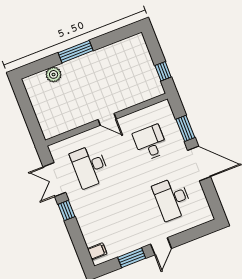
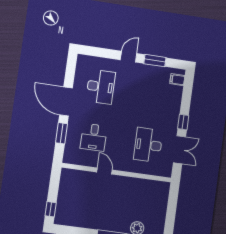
window: (163, 71) -> (51, 209), moved
door: (107, 119) -> (105, 171), moved
desk: (90, 166) -> (148, 145), turned 180

